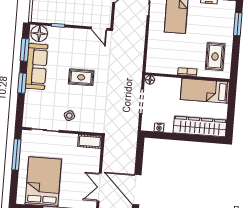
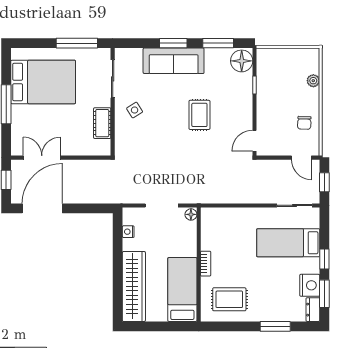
sofa: (36, 67) -> (174, 61), moved
rug: (81, 77) -> (199, 115), moved
cot: (90, 141) -> (102, 123), moved

